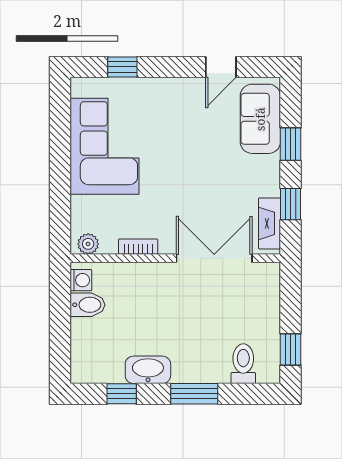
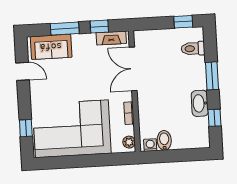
window: (291, 144) -> (65, 29), width x1.50
corner sofa: (105, 146) -> (72, 129), width x1.36, depth x1.36

